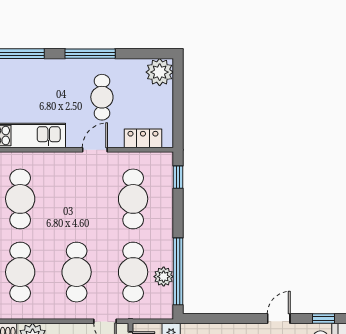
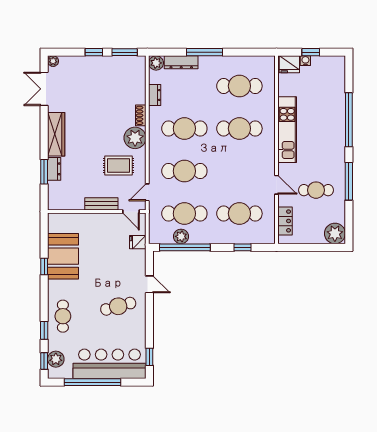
window: (178, 177) -> (243, 247), moved
door: (279, 319) -> (149, 284), moved

